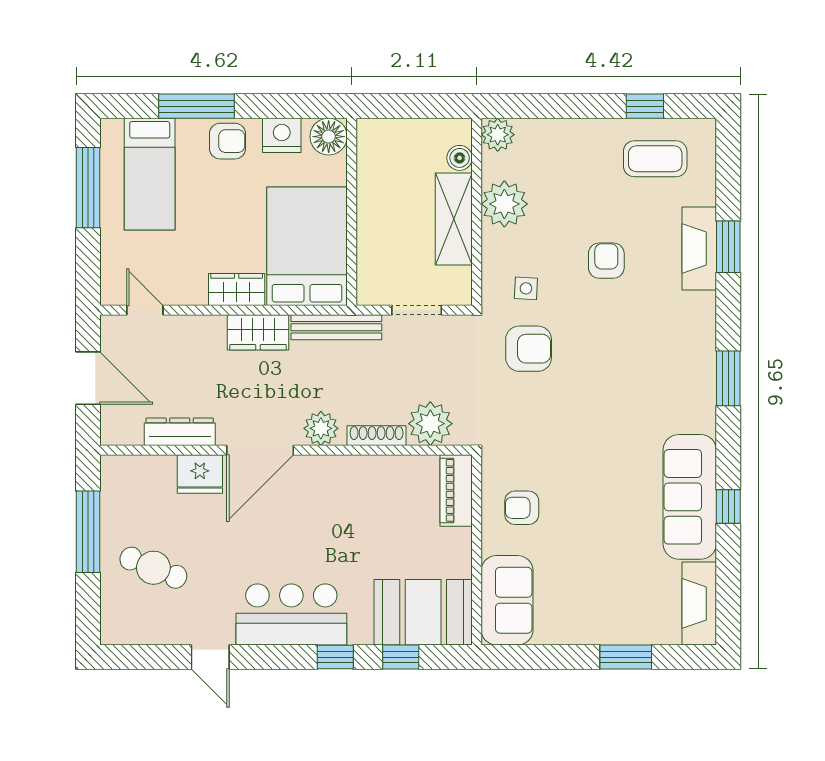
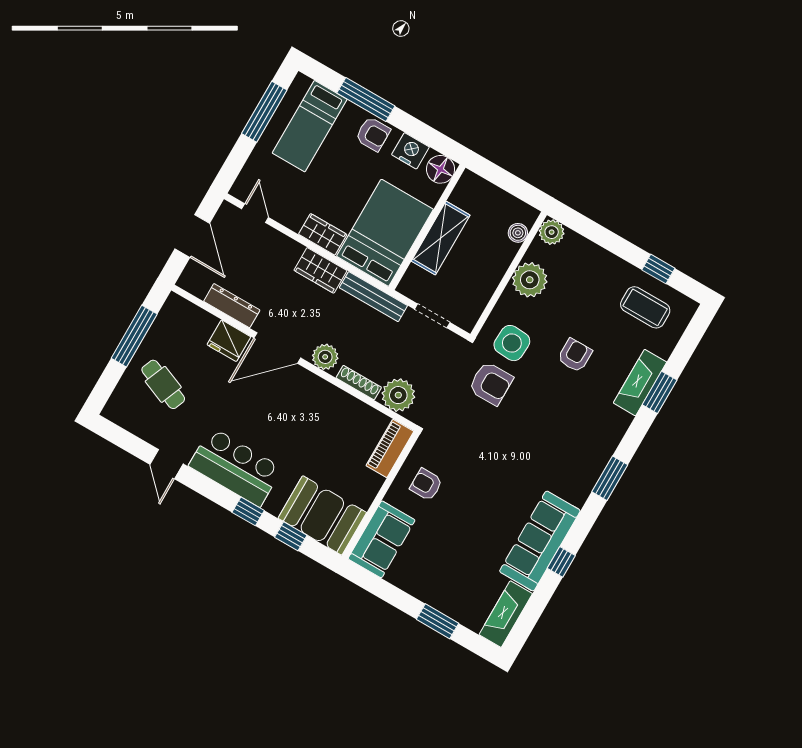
shelving: (454, 219) -> (441, 238), moved
side table: (526, 288) -> (512, 343), width x1.87, depth x1.87

